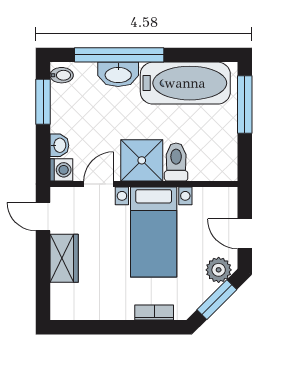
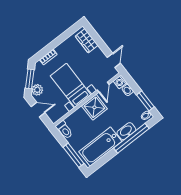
toilet: (176, 162) -> (64, 130), moved
door: (43, 217) -> (114, 60), hinge flipped
wardrobe: (64, 258) -> (87, 41), moved

